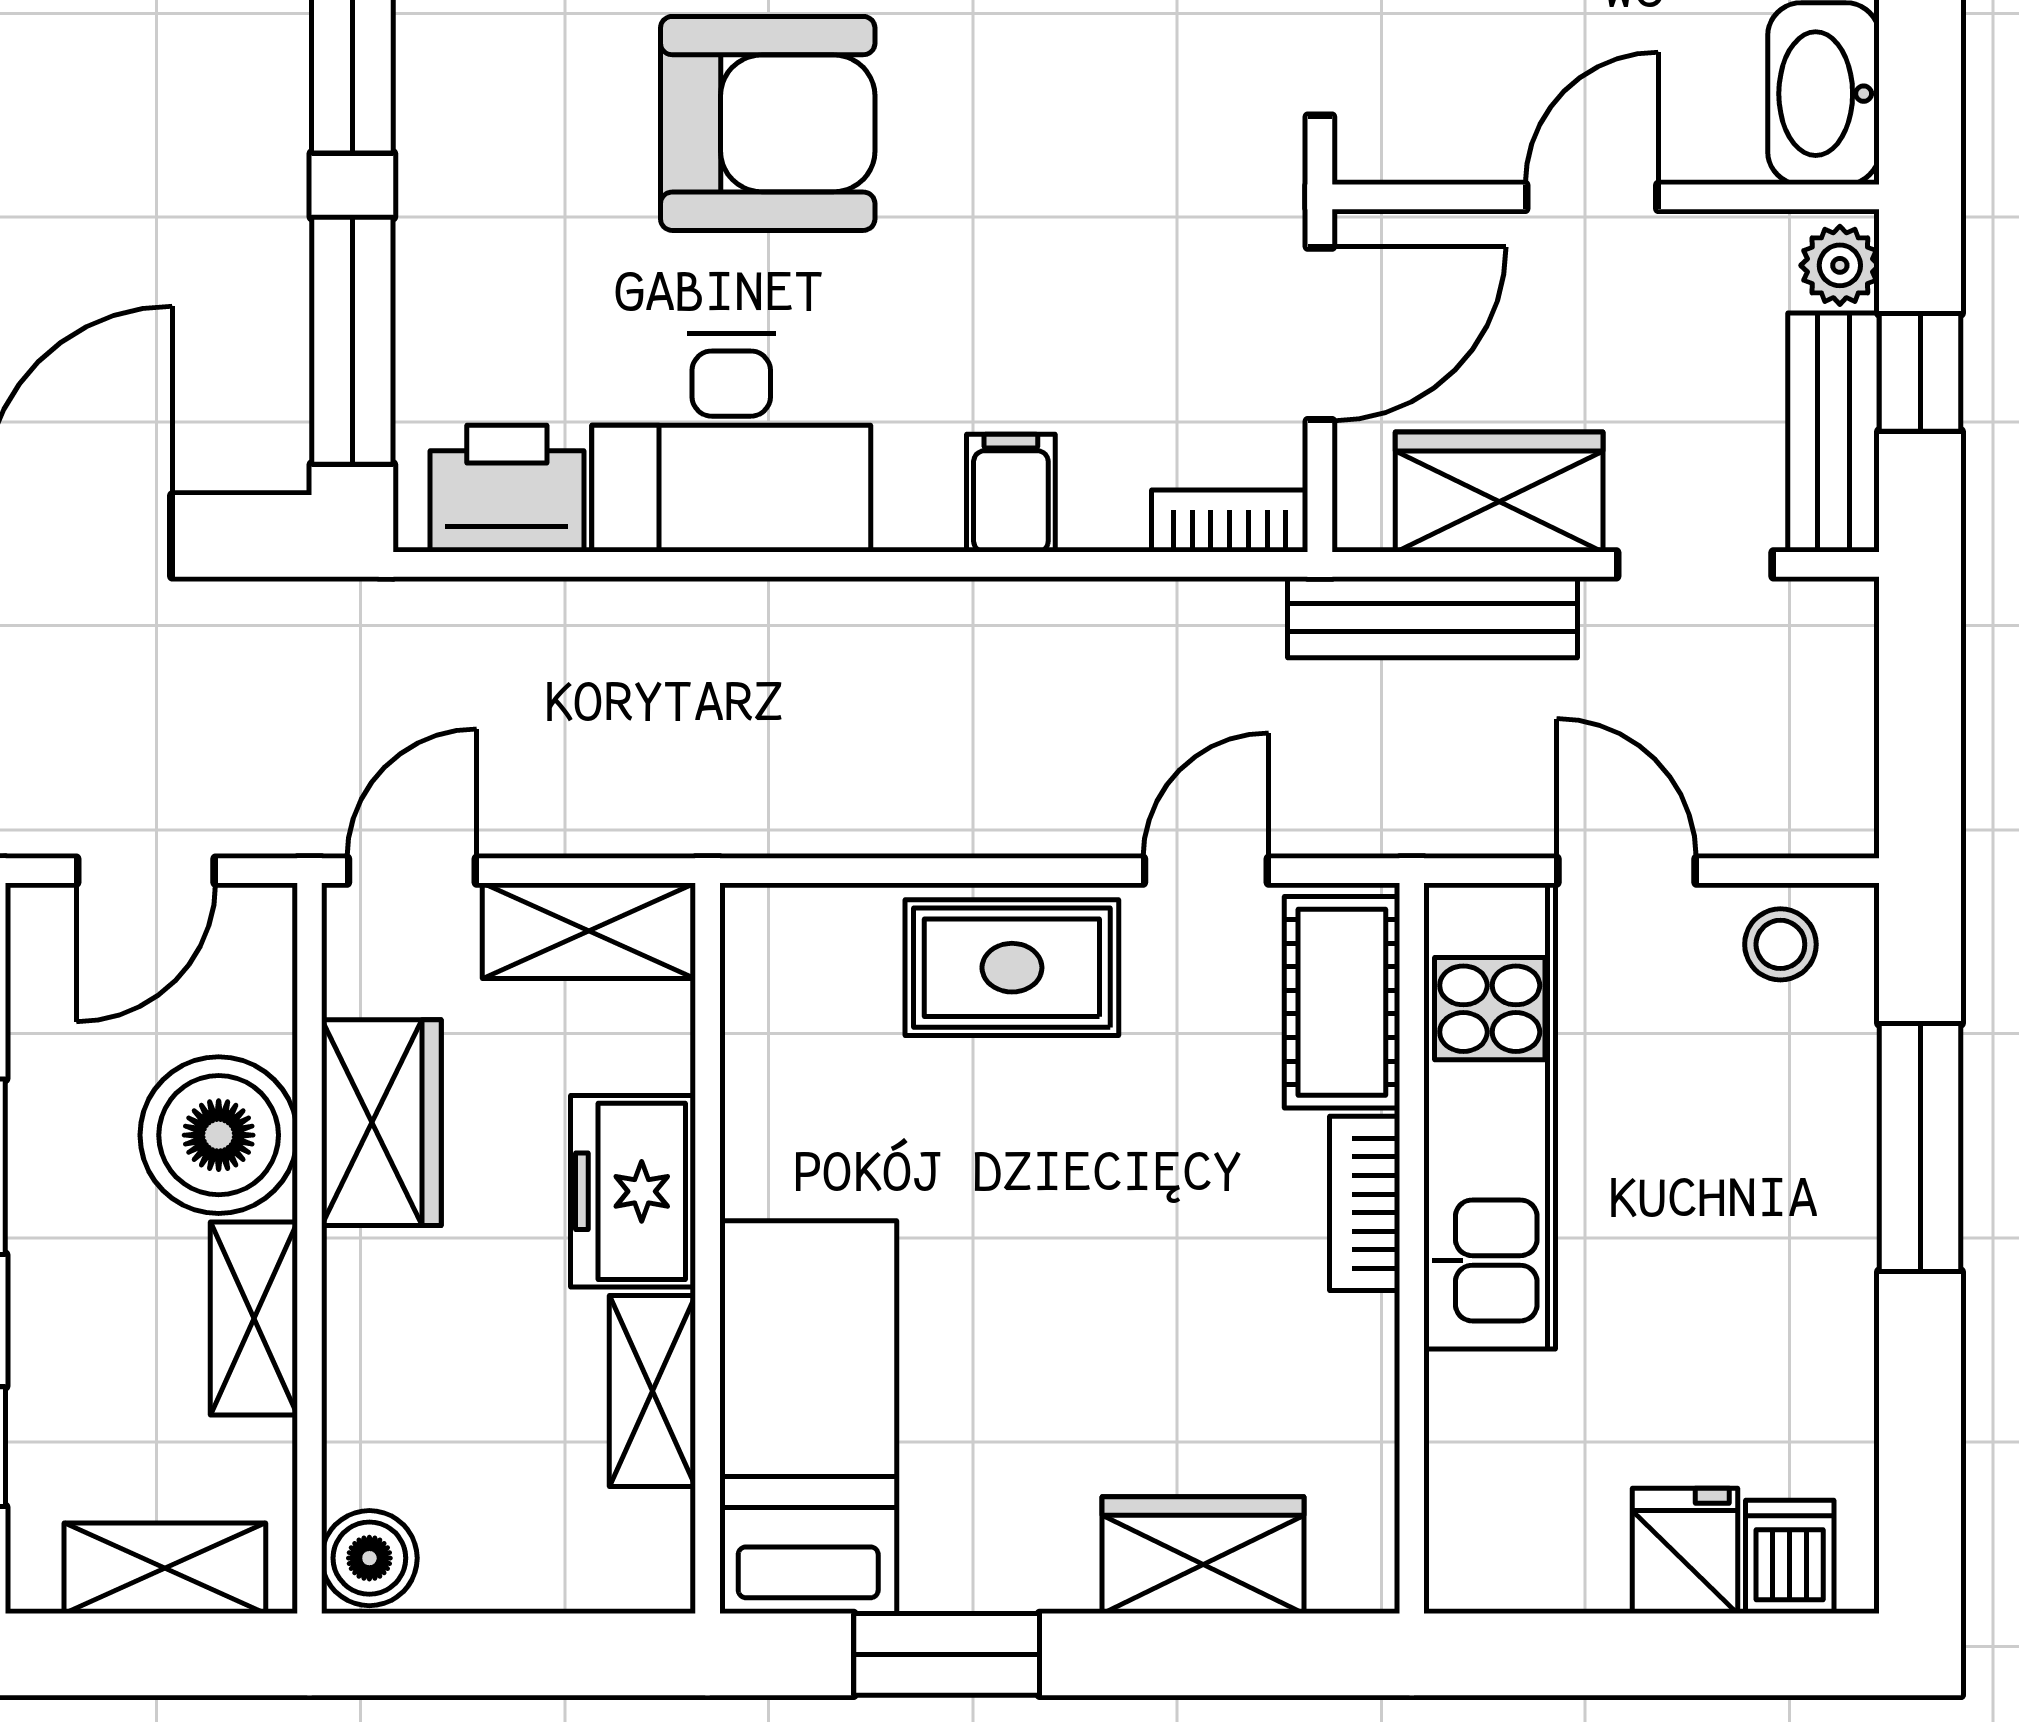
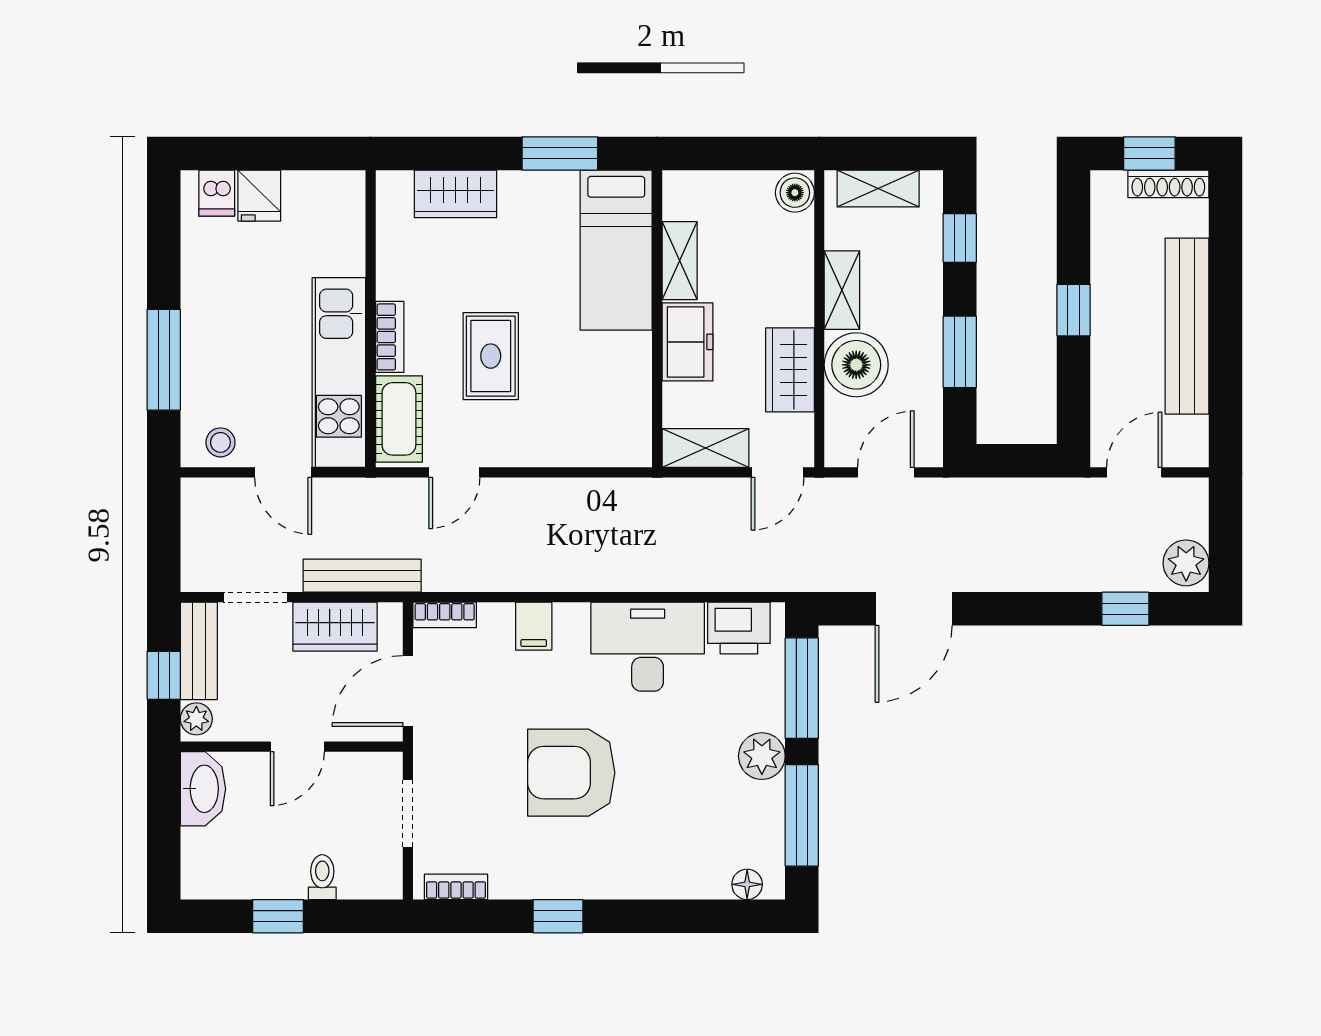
armchair: (768, 123) -> (571, 773), moved
plant: (451, 174) -> (762, 756), added
rug: (1012, 968) -> (491, 356), moved, turned 90

